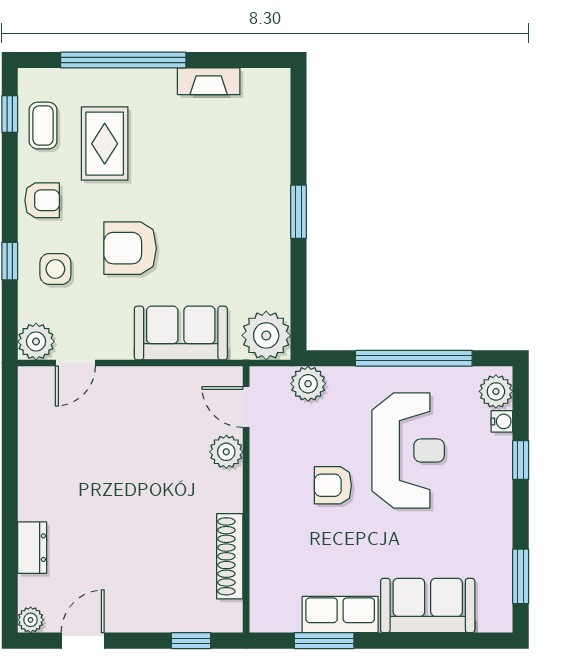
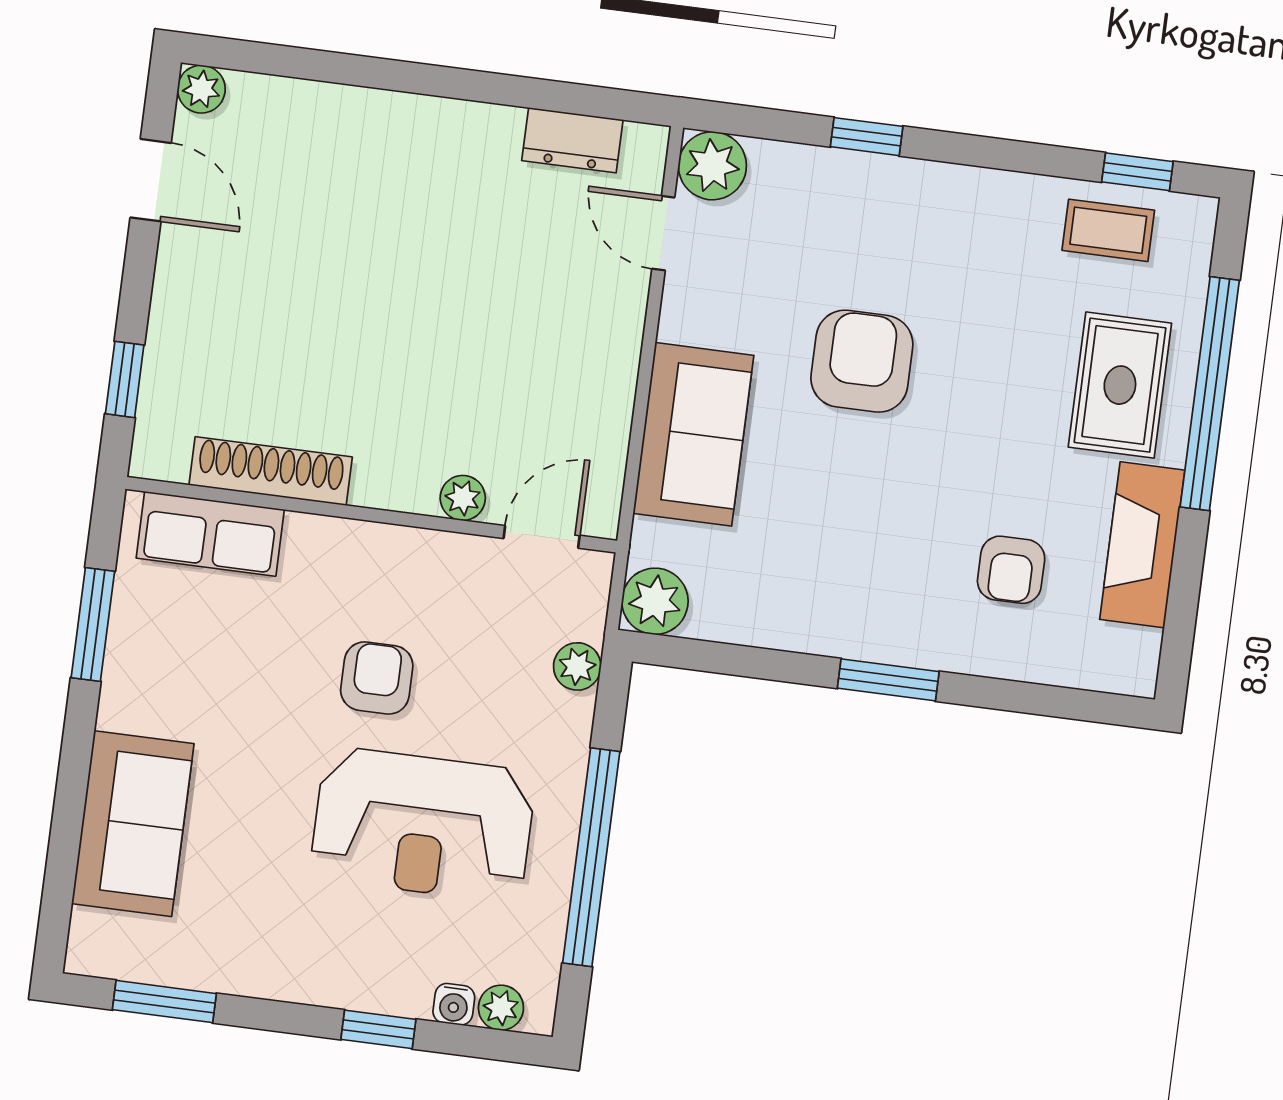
fireplace: (209, 81) -> (1142, 545), width x1.37, depth x1.32
rug: (105, 144) -> (1120, 385), moved, turned 90
armchair: (42, 200) -> (1011, 570), moved
side table: (55, 269) -> (841, 219), removed
plant: (266, 335) -> (655, 601), width x0.73, depth x0.73
plant: (308, 384) -> (577, 666), width x0.73, depth x0.73
plant: (496, 391) -> (501, 1008), width x0.73, depth x0.73
plant: (226, 452) -> (463, 498), width x0.73, depth x0.73
dresser: (32, 548) -> (572, 140), moved
row of seats: (340, 615) -> (210, 534), moved, turned 90

